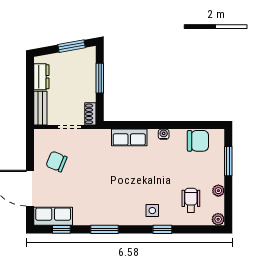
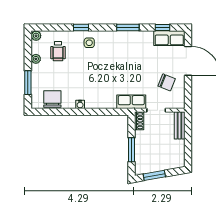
dresser: (41, 77) -> (179, 151), removed
row of seats: (129, 137) -> (131, 102), moved
chair: (198, 141) -> (52, 99), turned 90

